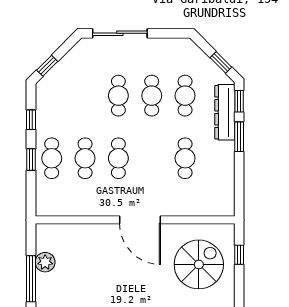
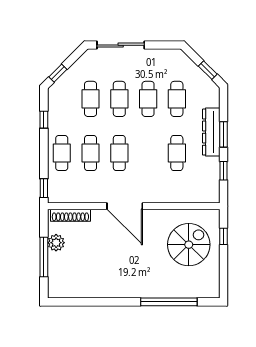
cafe table: (85, 96) -> (91, 99), added
window: (239, 101) -> (224, 171), moved
dresser: (225, 112) -> (211, 132), moved
window: (31, 159) -> (44, 188), moved
door: (140, 220) -> (125, 206), moved
shoe rack: (62, 230) -> (70, 215), added

